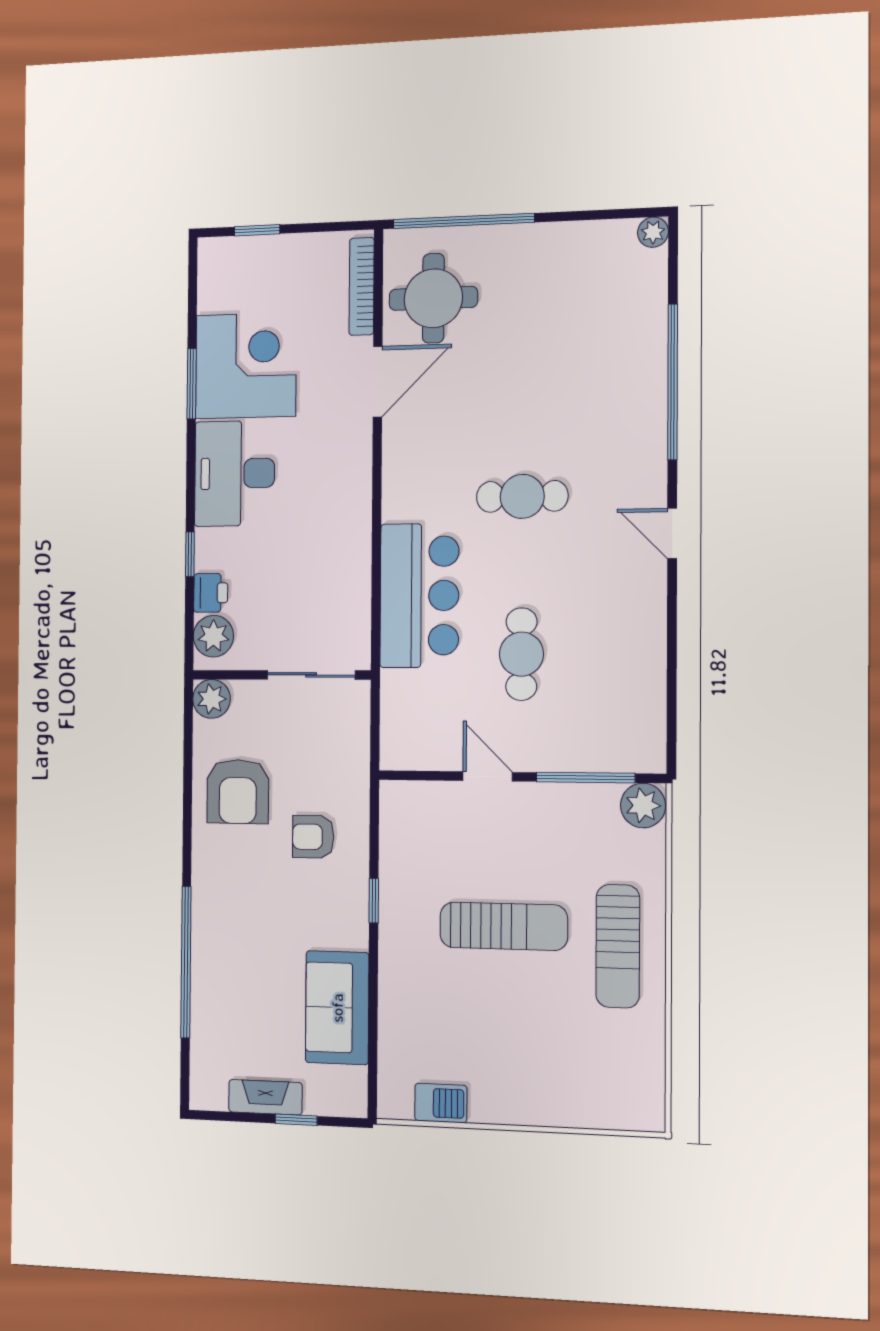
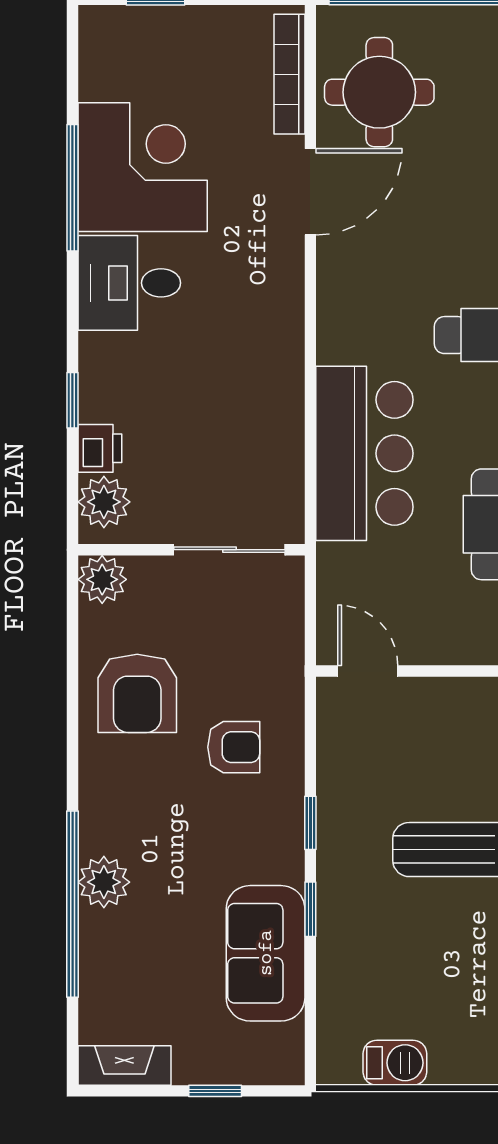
window: (192, 384) -> (72, 188), width x1.44
desk: (235, 473) -> (129, 283), width x0.73
door: (488, 776) -> (368, 671), moved
armchair: (313, 837) -> (234, 747), turned 180
plant: (210, 945) -> (104, 882), added
window: (373, 972) -> (310, 909), added
fireplace: (265, 1097) -> (124, 1065), moved

